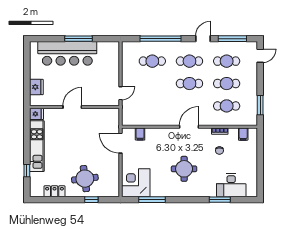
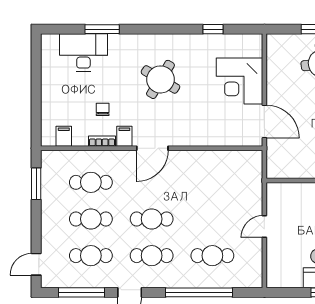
door: (121, 93) -> (264, 227), moved
filing cabinet: (140, 134) -> (124, 136), moved
round table: (184, 169) -> (160, 79), turned 31
corner desk: (136, 183) -> (240, 81), moved, turned 90
window: (152, 200) -> (213, 29), width x0.46

